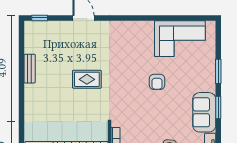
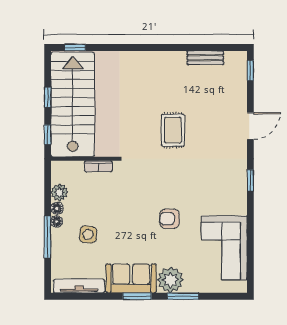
window: (127, 18) -> (250, 180), added
bench: (30, 69) -> (205, 58), moved
plant: (205, 81) -> (170, 280), added

